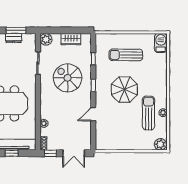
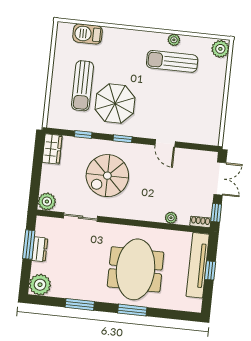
wardrobe: (71, 39) -> (52, 149), moved
barbecue: (161, 43) -> (88, 34), moved
parasol: (124, 90) -> (115, 104), moved

